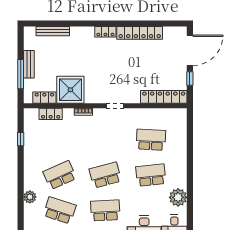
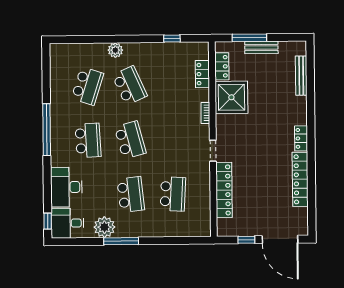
locker: (164, 97) -> (224, 190), moved
window: (190, 184) -> (121, 241), added
plant: (30, 197) -> (115, 50), moved

